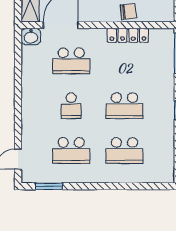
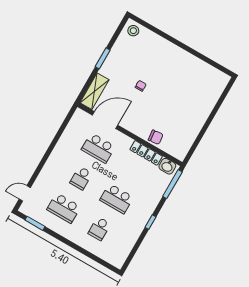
washbasin: (31, 37) -> (167, 166), moved
school desk: (124, 151) -> (99, 229), width x0.54

